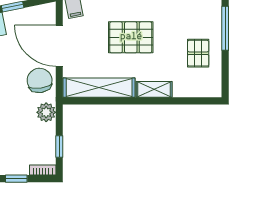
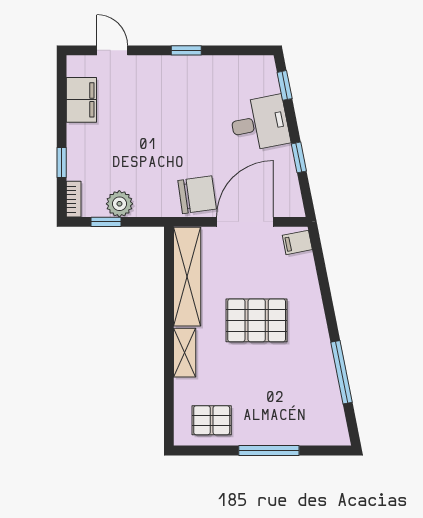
pallet: (131, 37) -> (257, 320), turned 90
pallet: (198, 53) -> (212, 420), moved
plant: (46, 112) -> (119, 204), moved

